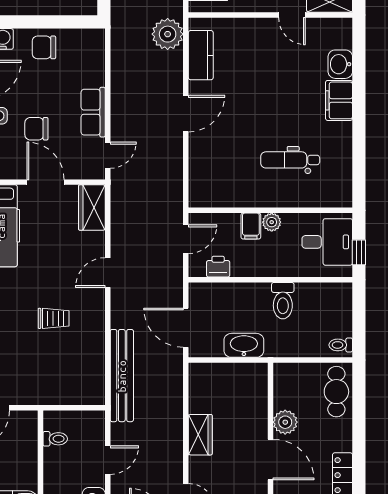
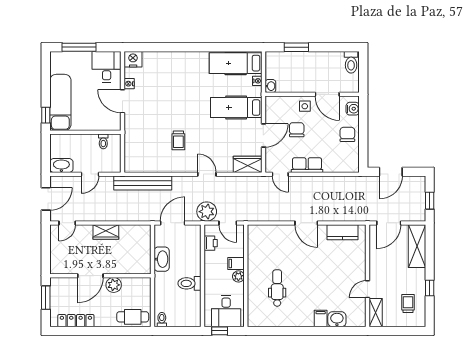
plant: (168, 34) -> (207, 212), moved
filing cabinet: (339, 100) -> (321, 318), width x0.50
door: (108, 460) -> (90, 174), hinge flipped

